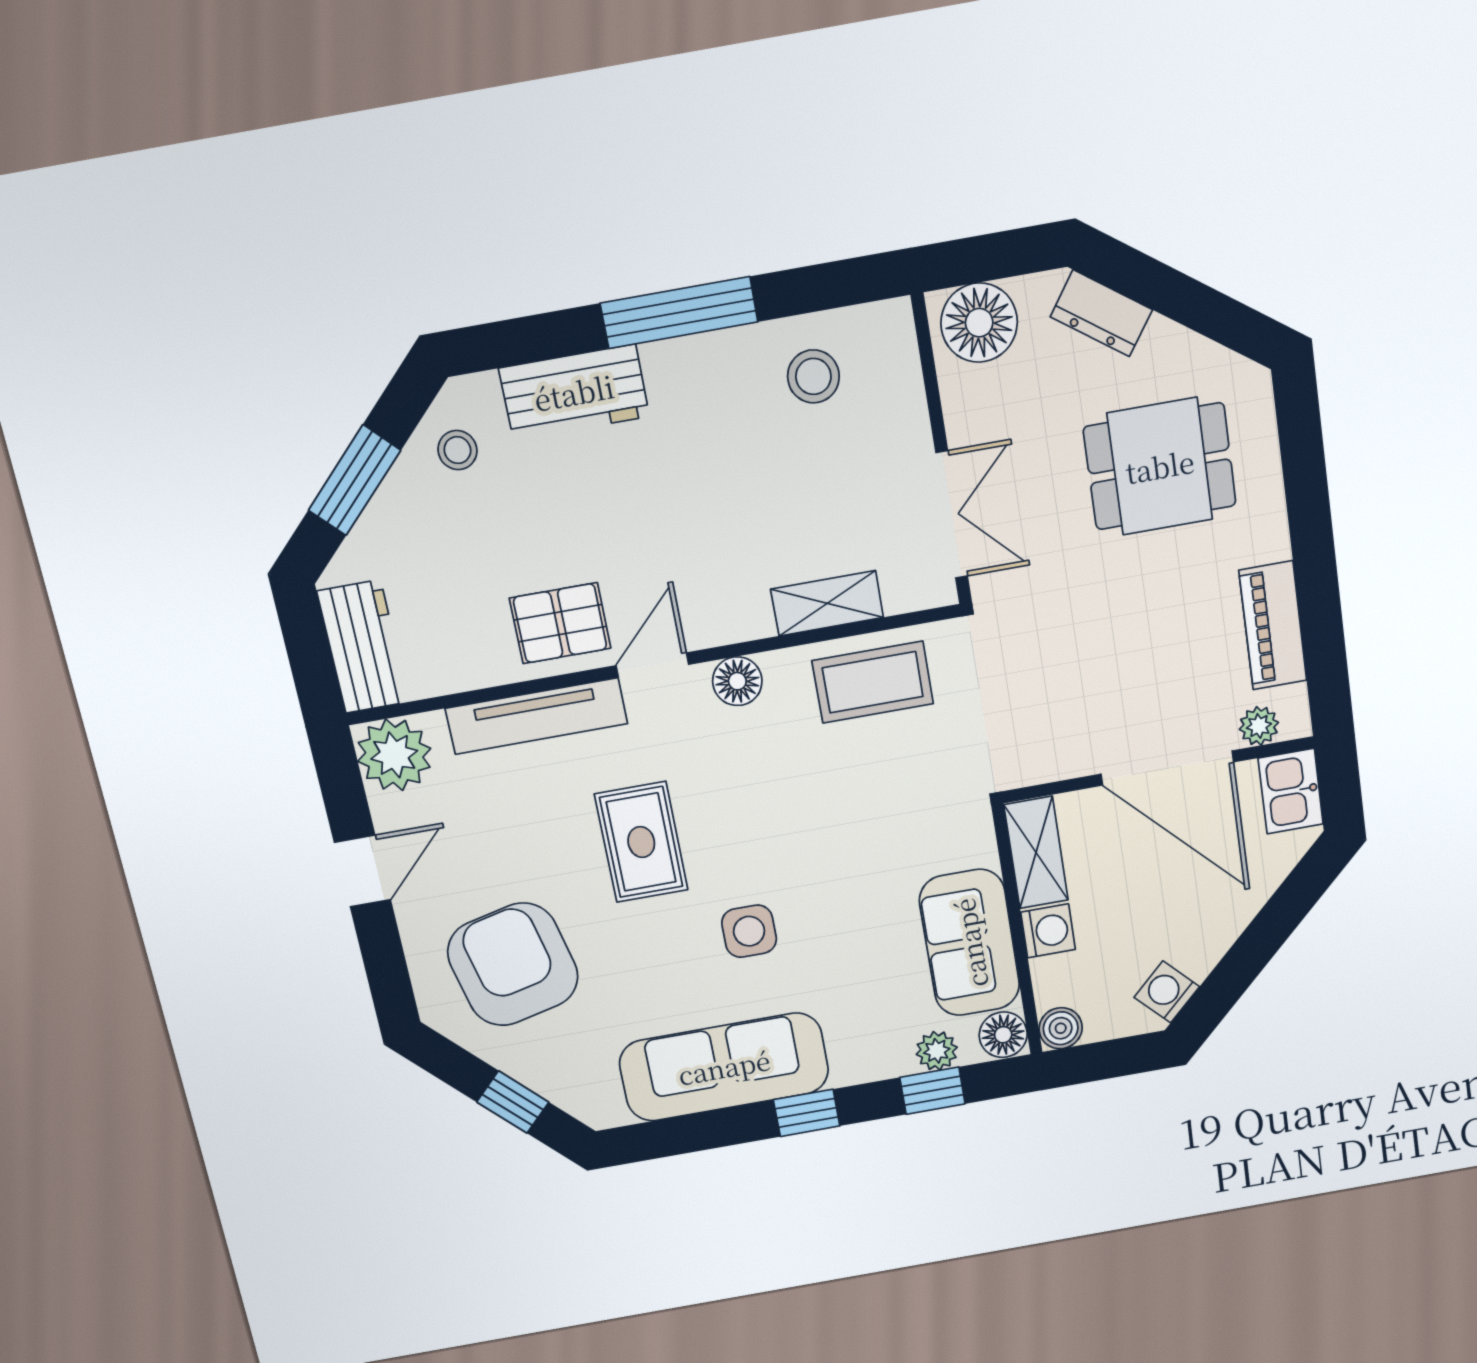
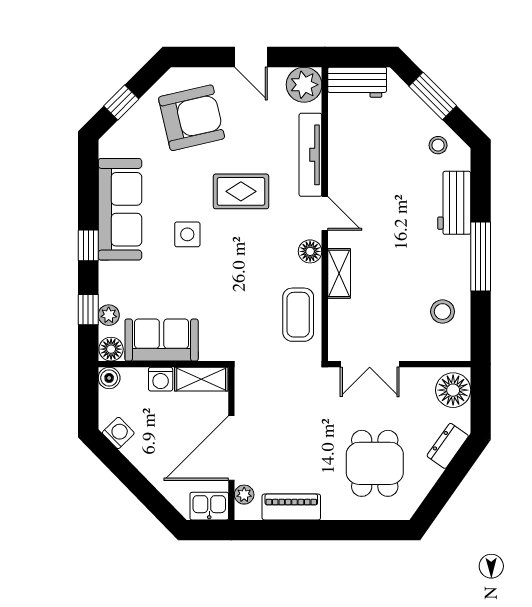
shelving: (827, 603) -> (339, 273), moved
pallet: (560, 623) -> (352, 175), removed

